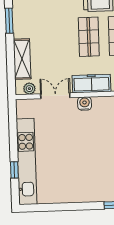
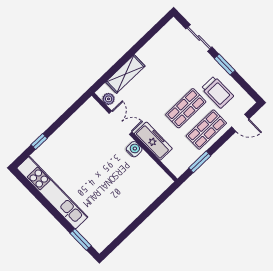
window: (9, 21) -> (145, 39), removed
kitchen unit: (26, 162) -> (52, 193), moved, turned -90

